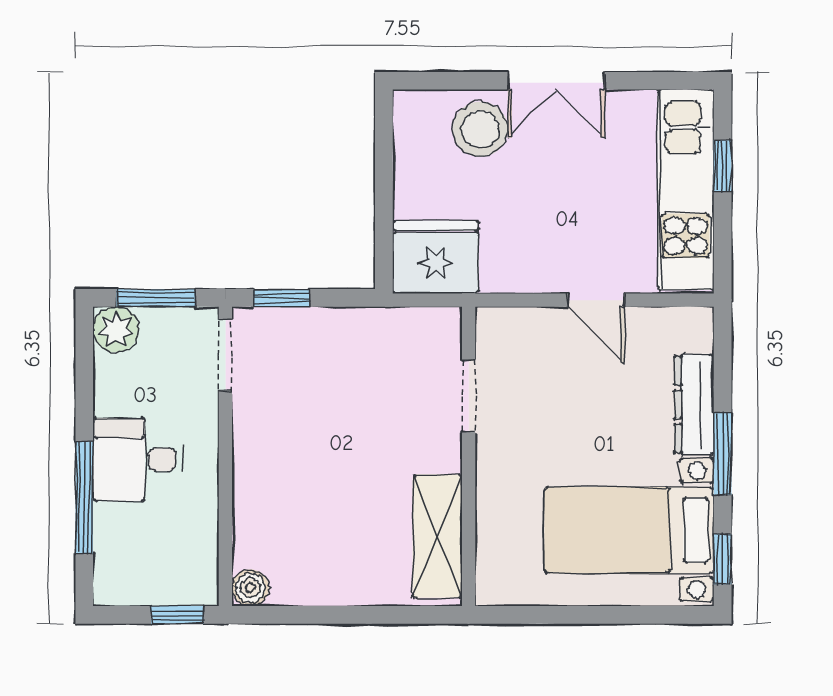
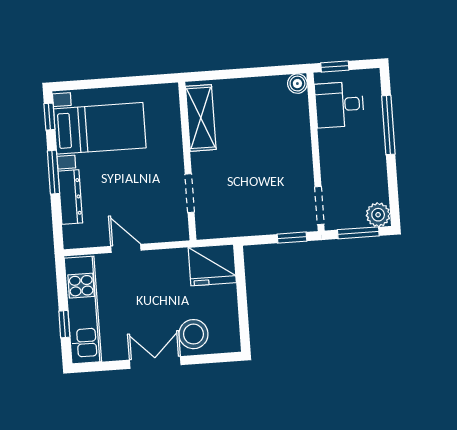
desk: (138, 460) -> (339, 105), moved, turned 180

